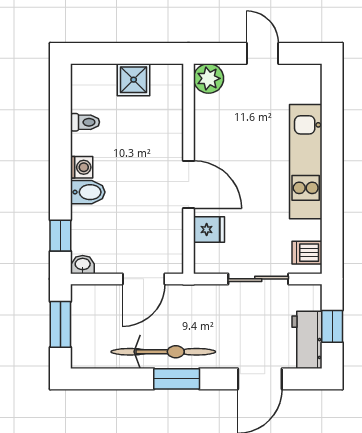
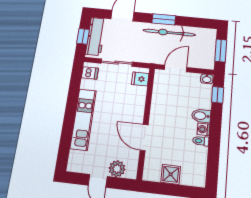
plant: (209, 78) -> (117, 169), moved
toilet: (85, 122) -> (201, 141), moved
door: (189, 185) -> (144, 138), moved
fridge: (209, 229) -> (140, 79), moved
workbench: (307, 340) -> (96, 36), width x1.38

